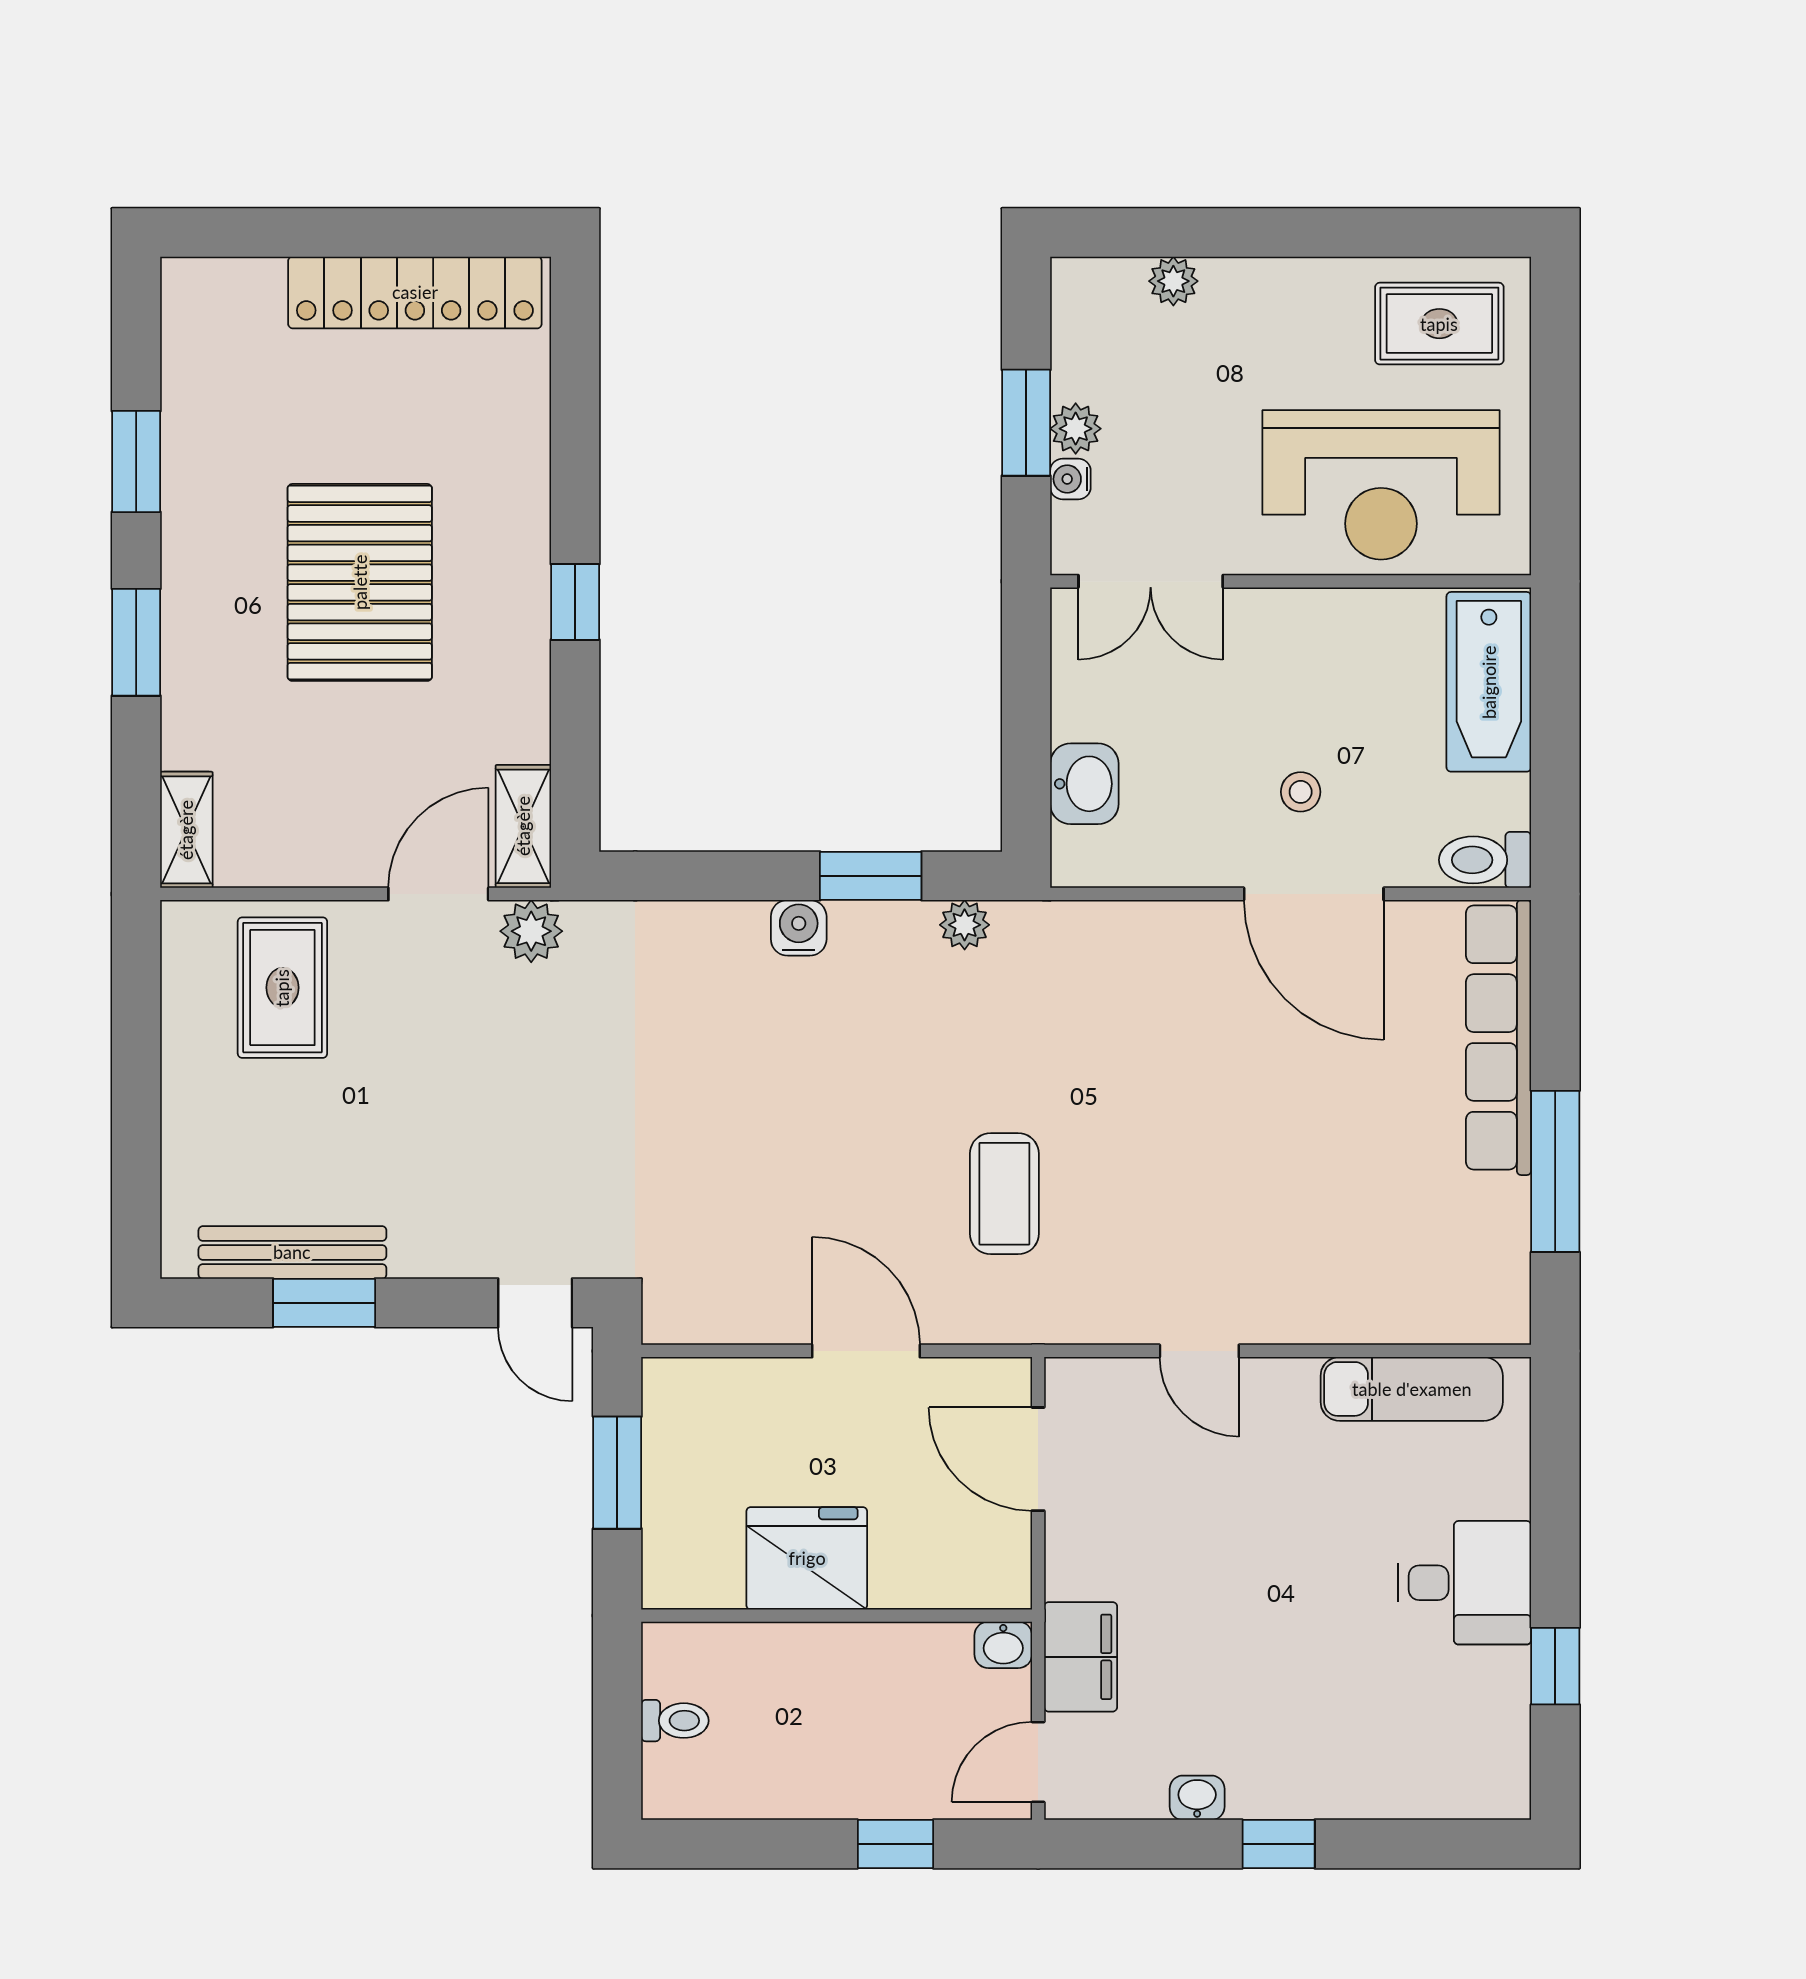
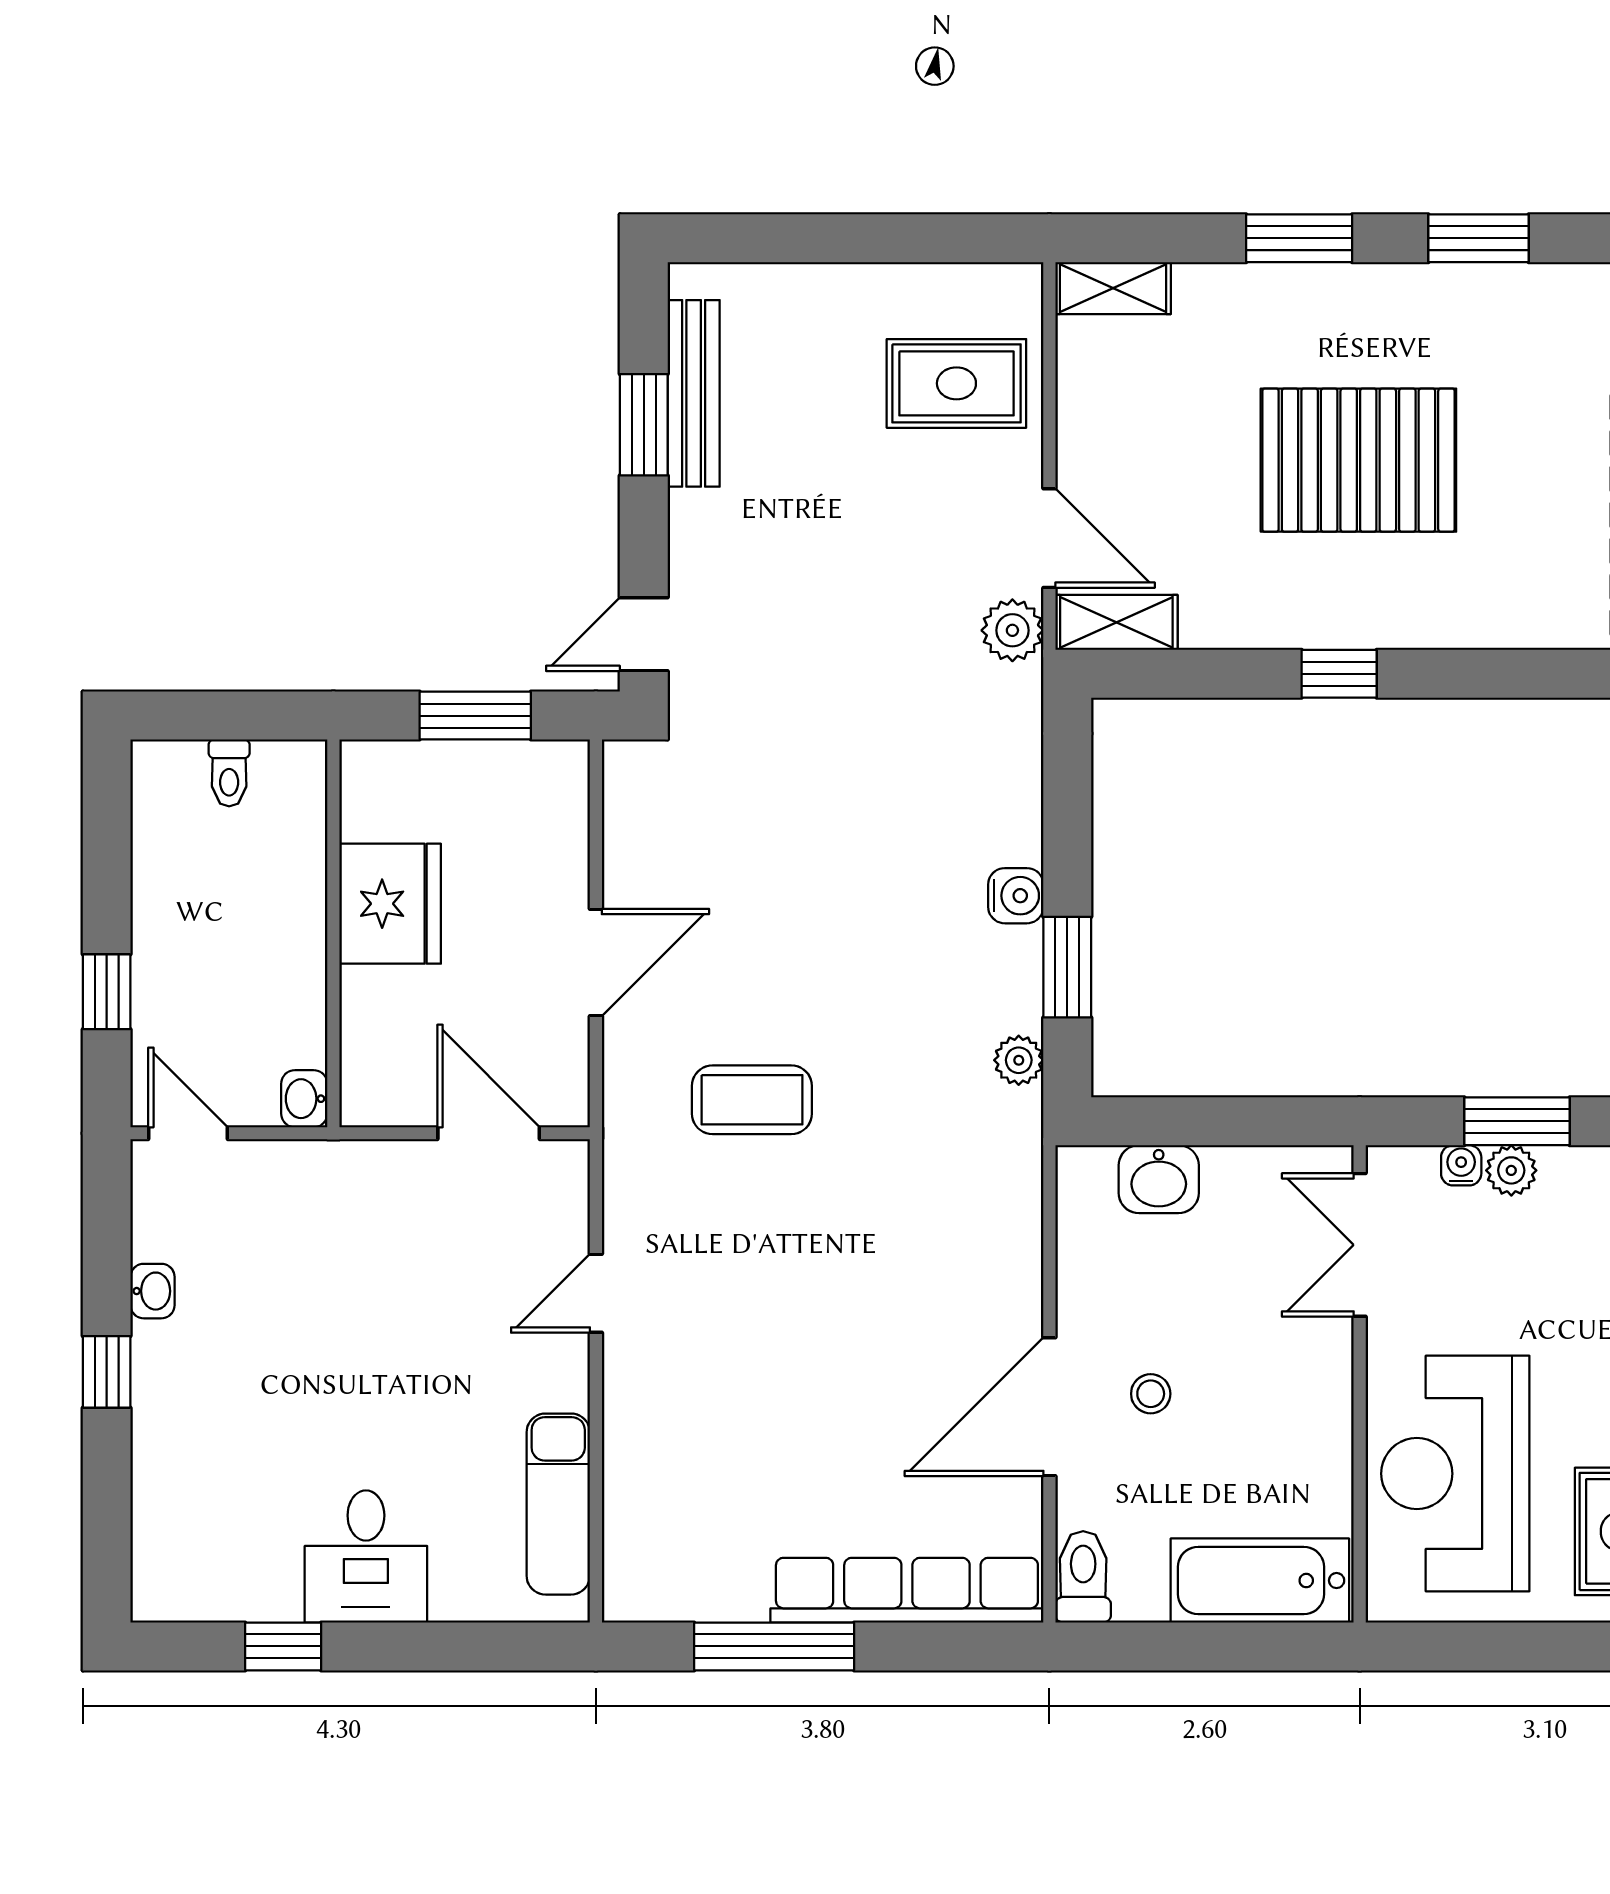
door: (1038, 1459) -> (489, 1133), hinge flipped
filing cabinet: (1081, 1657) -> (292, 1175), removed

